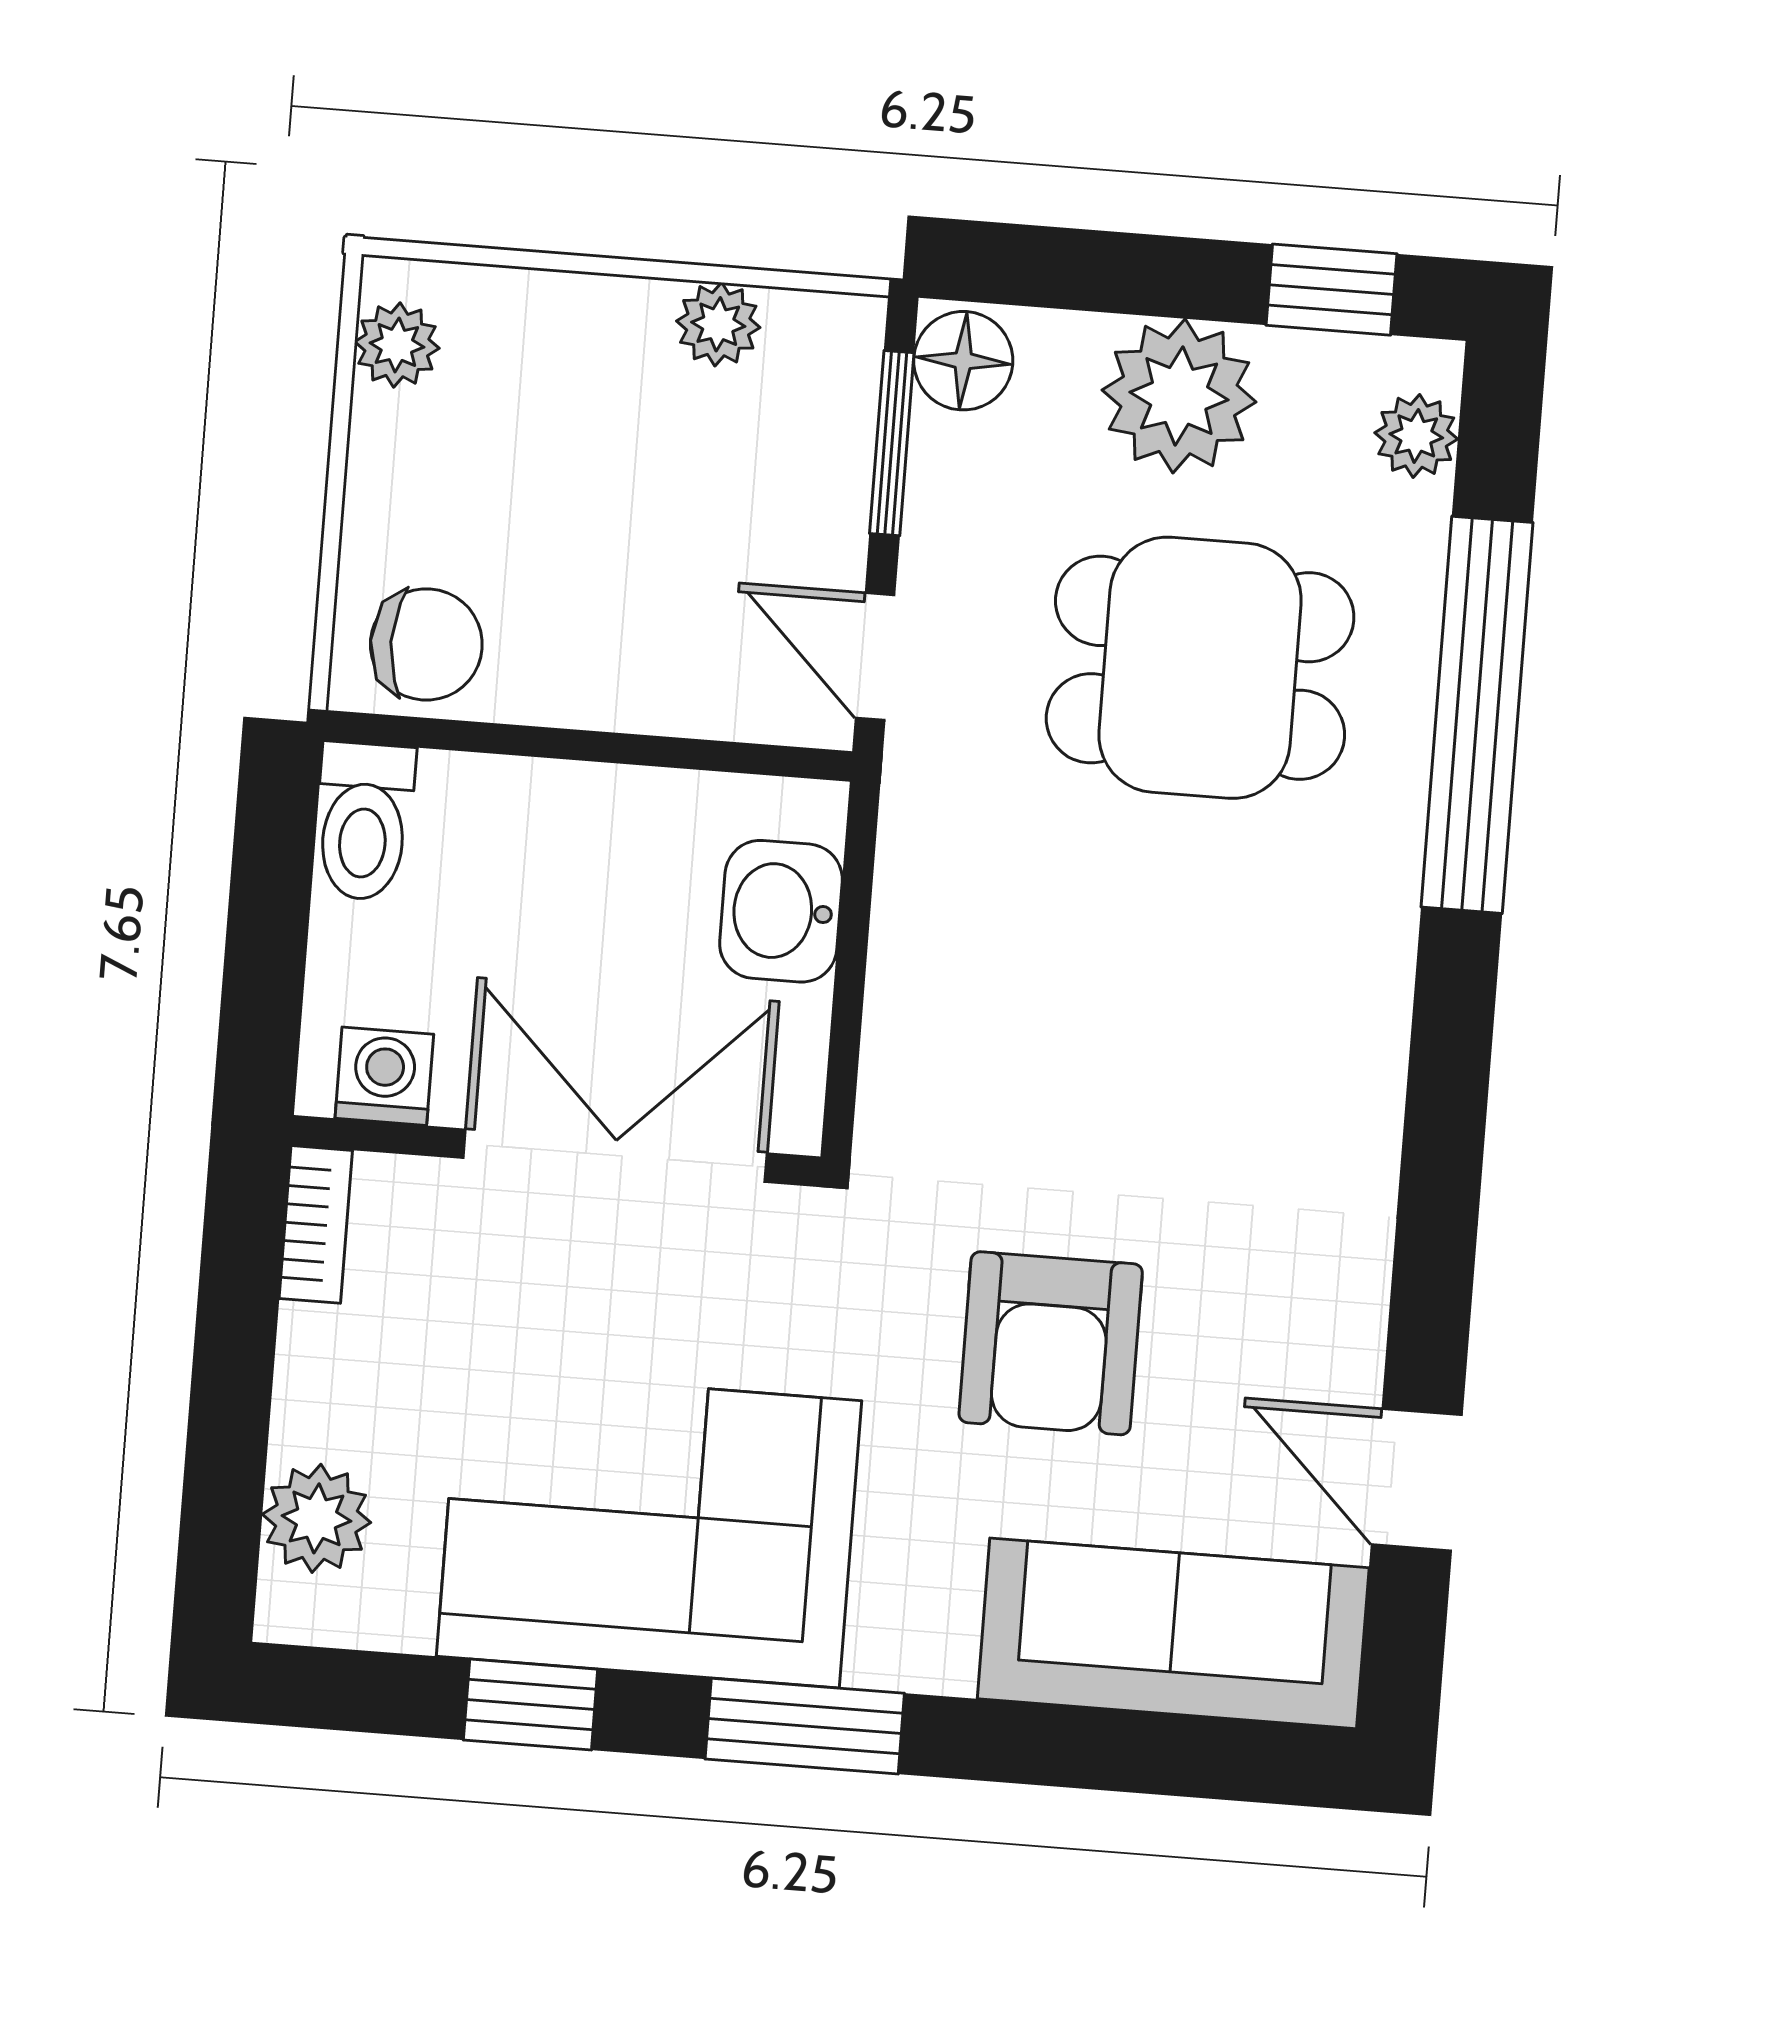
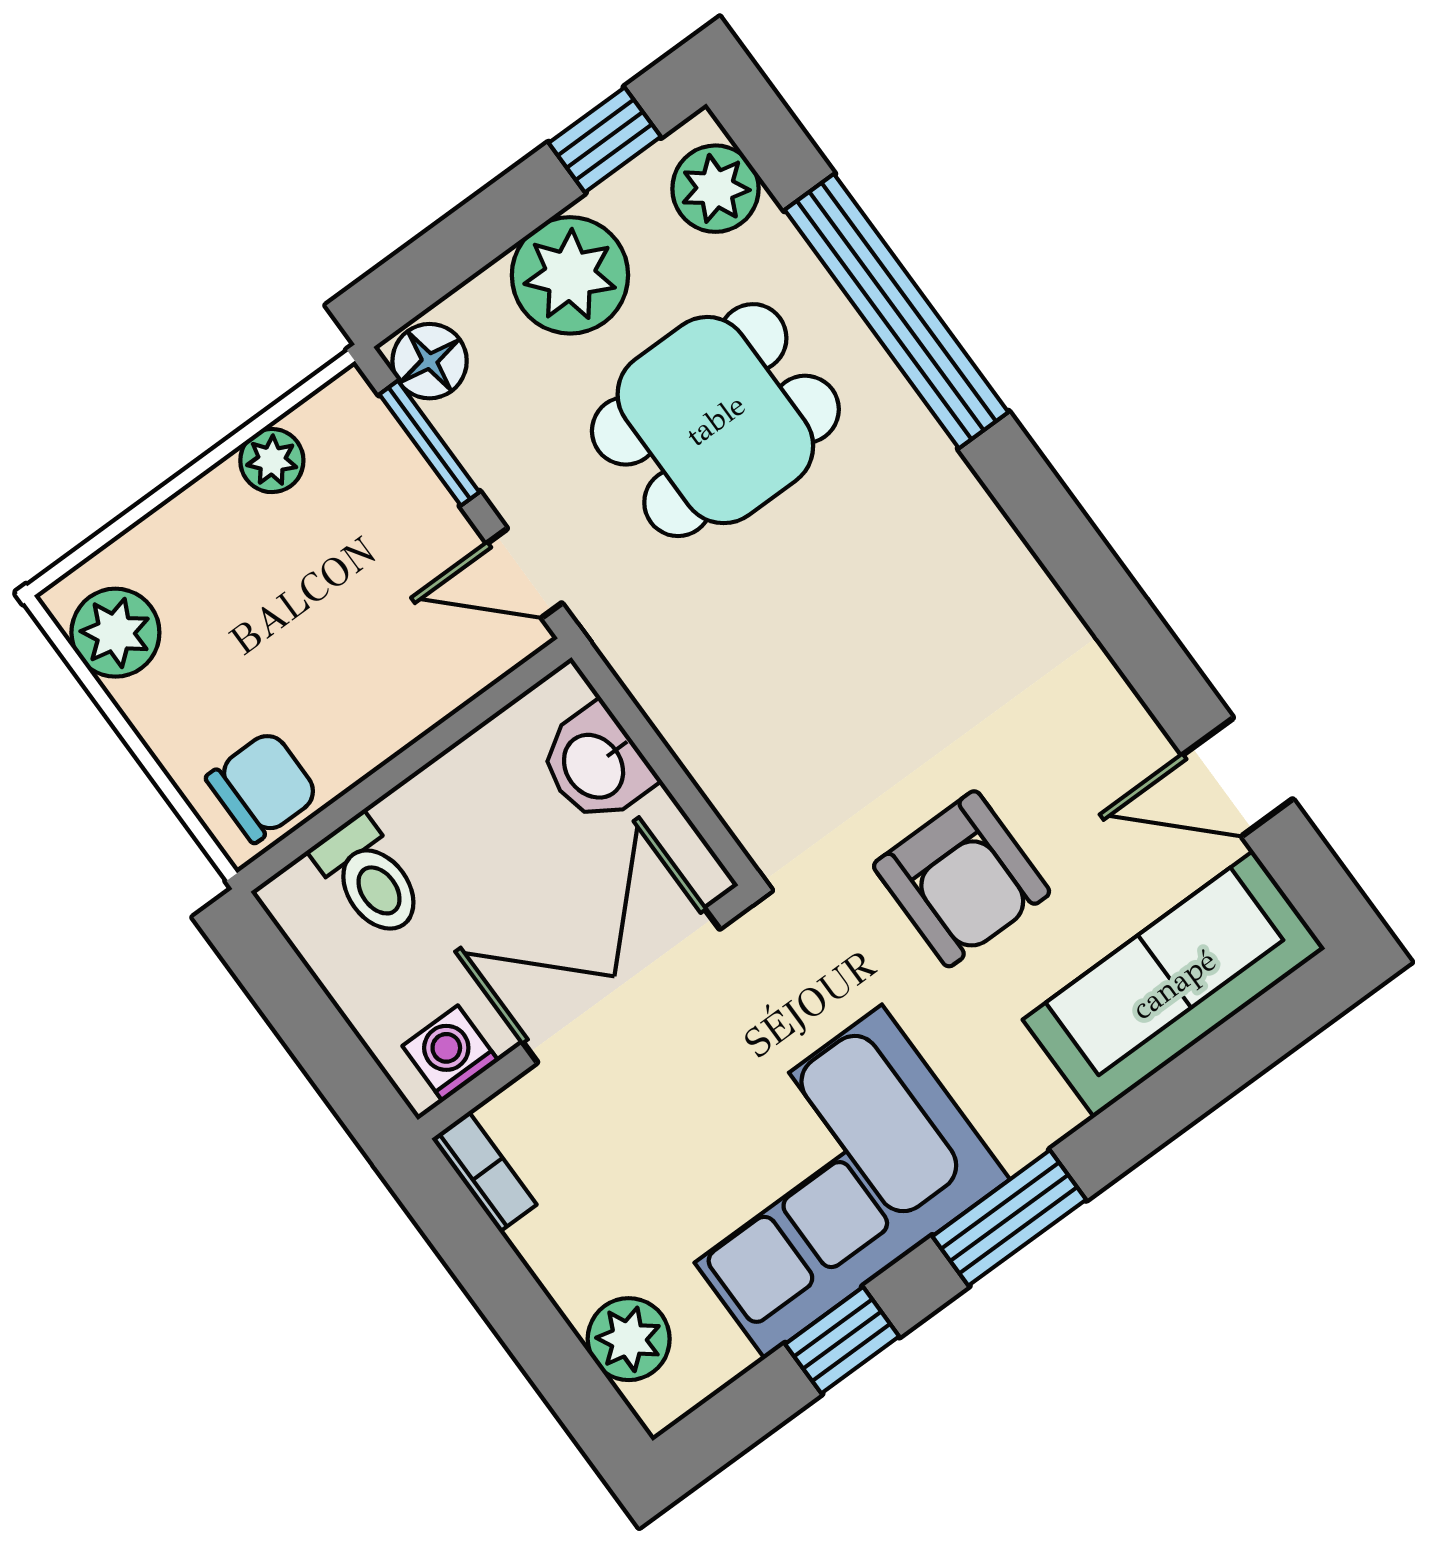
plant: (397, 345) -> (115, 633), width x1.38, depth x1.38
plant: (1416, 436) -> (715, 189), width x1.38, depth x1.38
toilet: (364, 821) -> (369, 877), moved

